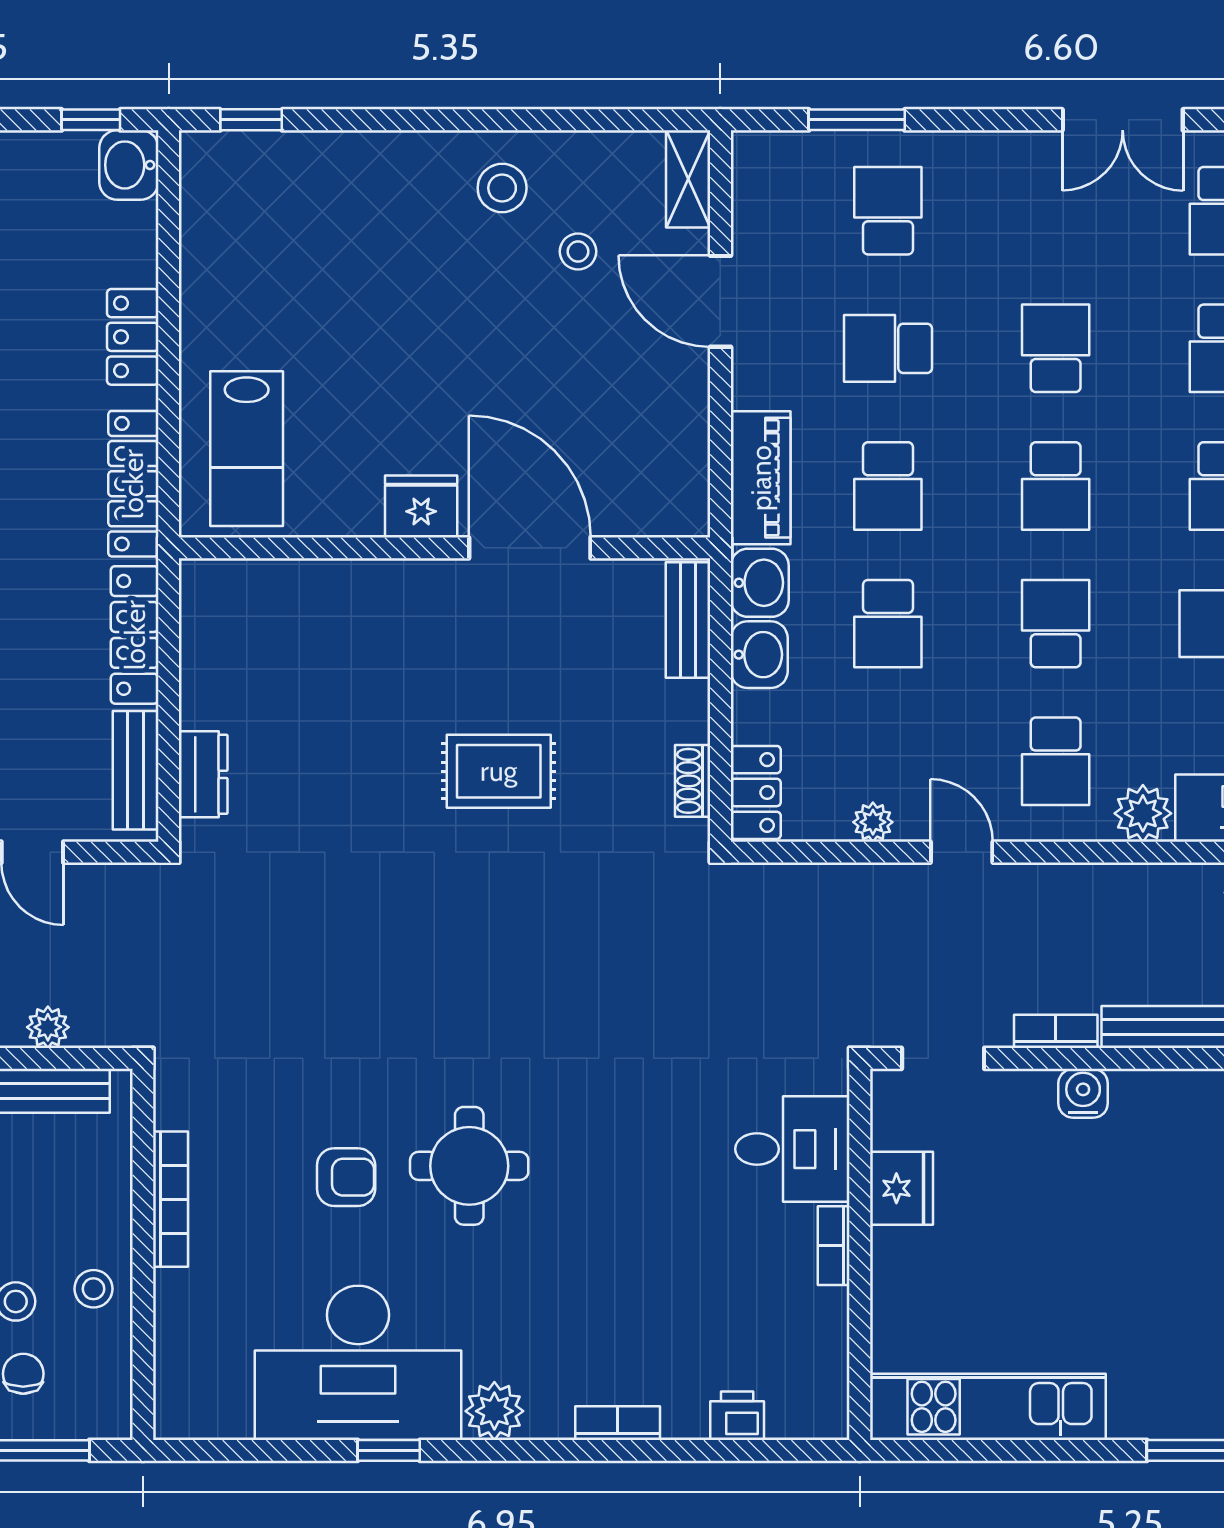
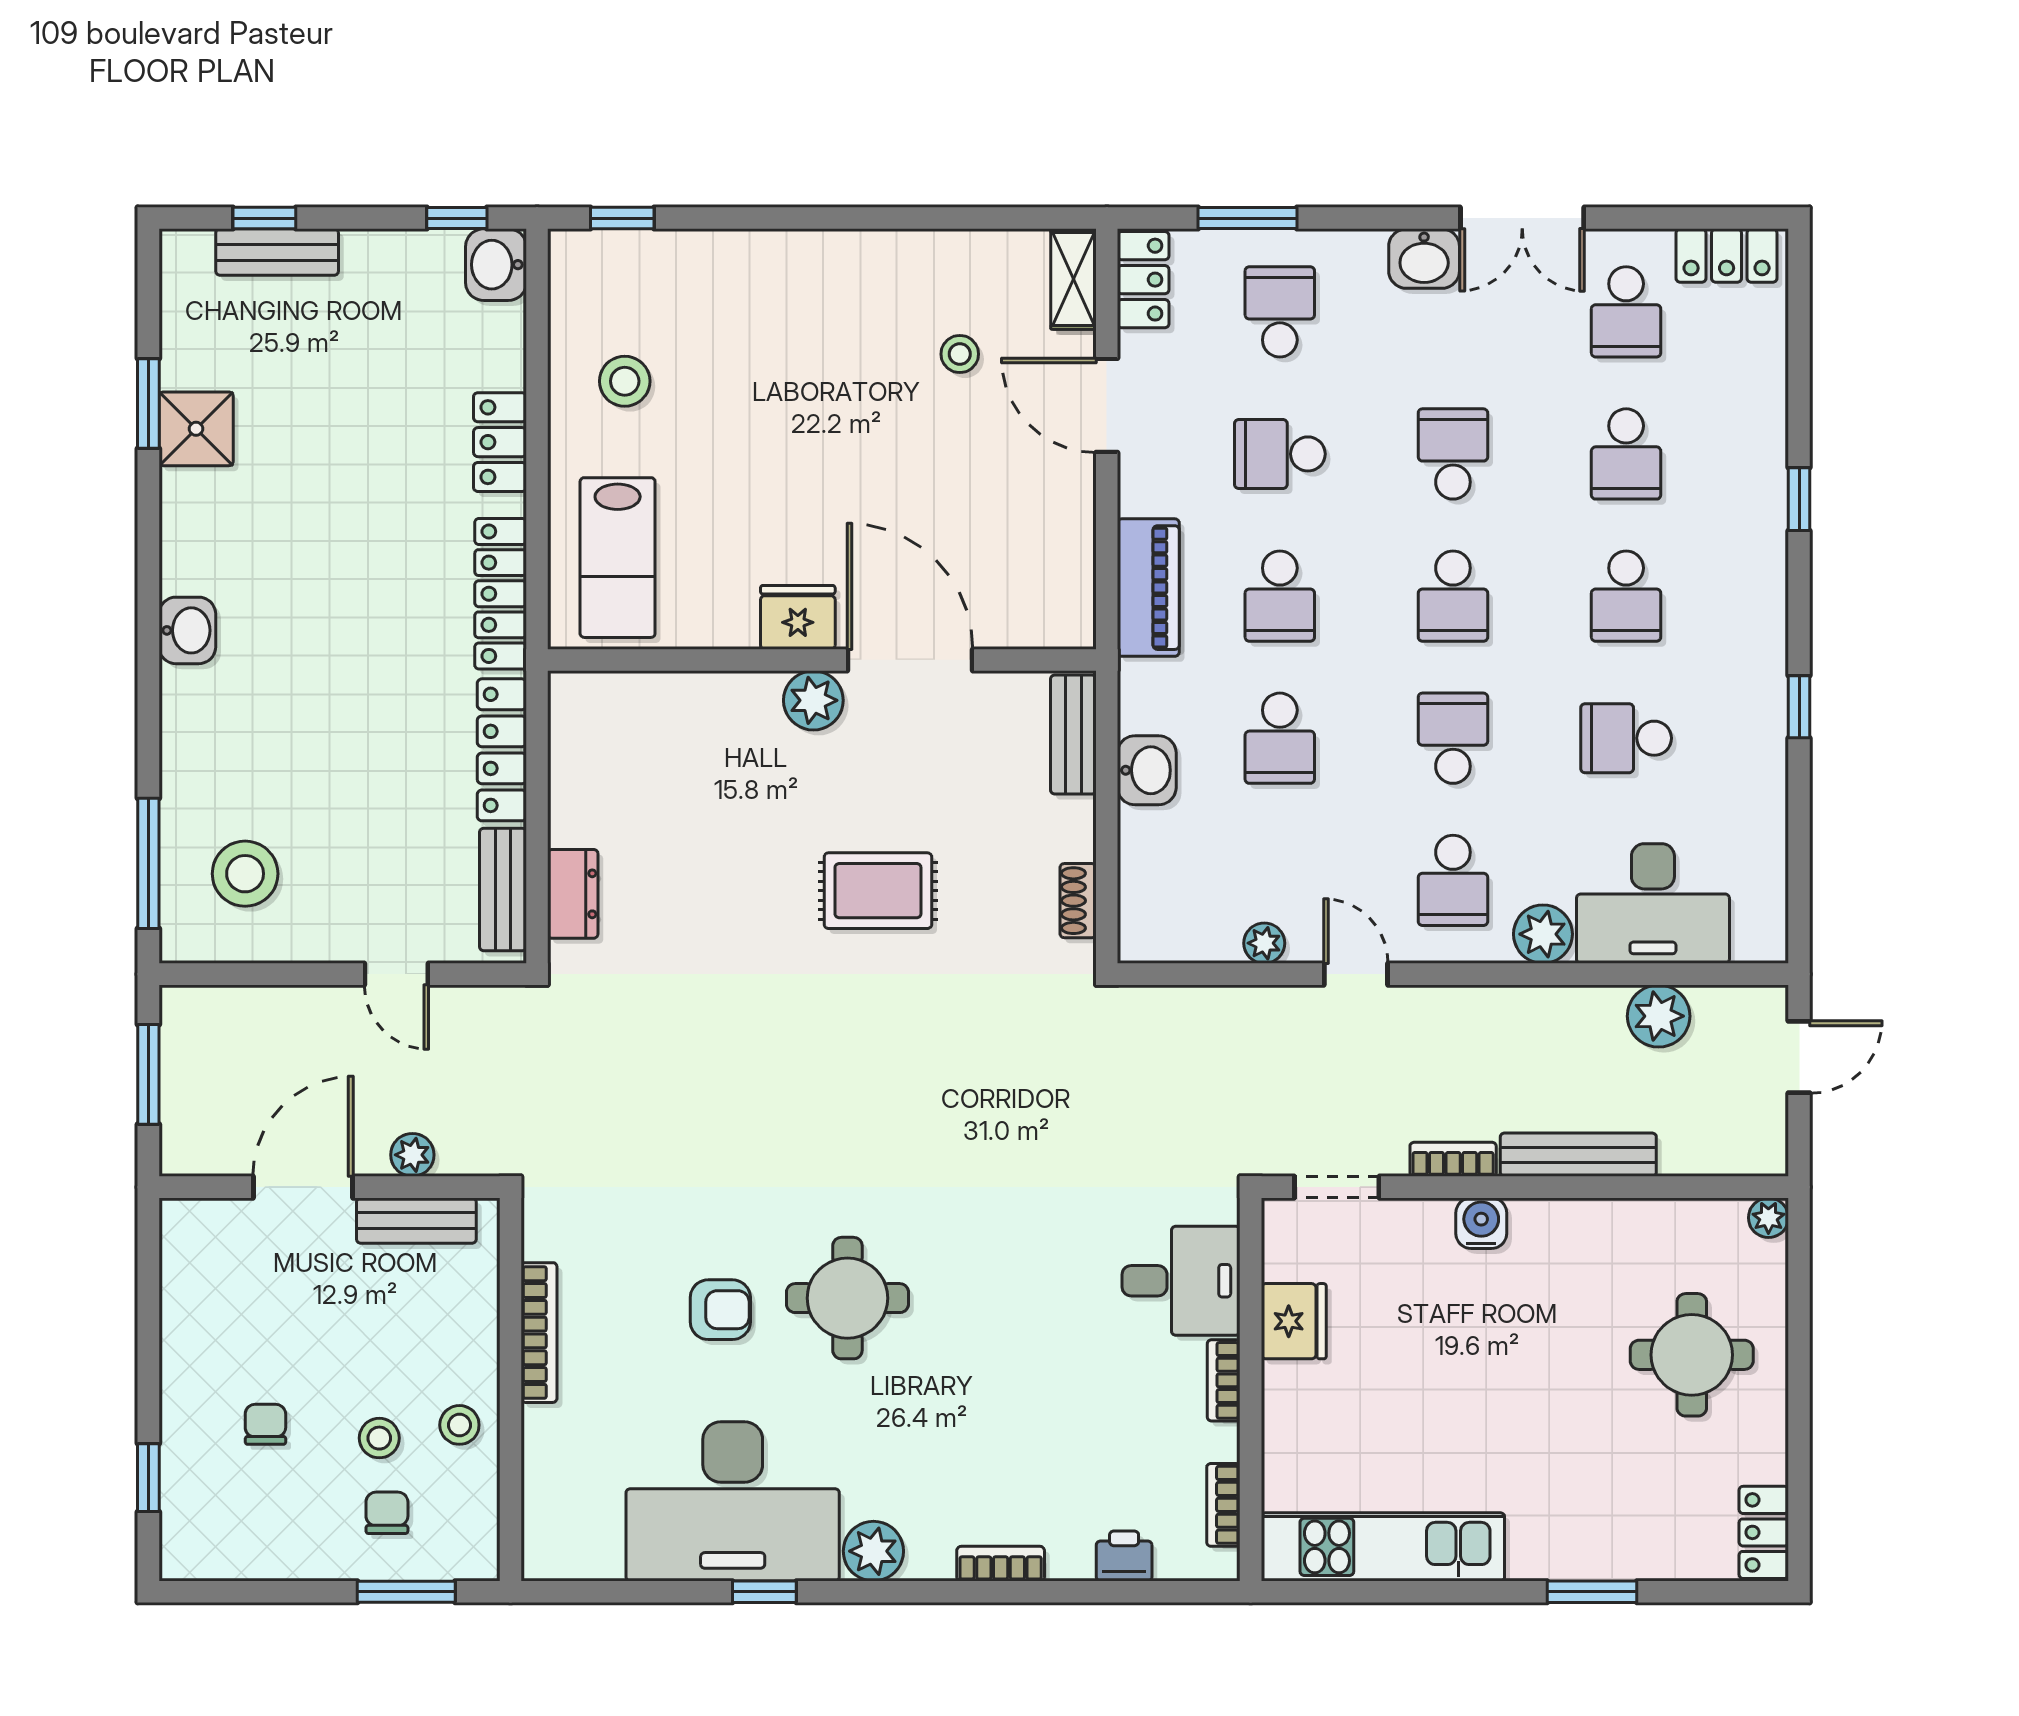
stool: (502, 188) -> (625, 381), moved
washbasin: (760, 583) -> (1424, 259), moved, turned 90
plant: (436, 587) -> (813, 700), added
locker: (756, 792) -> (1143, 280), moved
bookcase: (833, 1366) -> (1223, 1505), added

